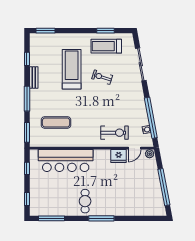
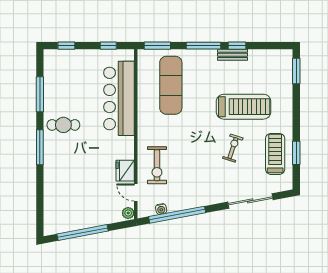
window: (27, 59) -> (237, 46), moved
exercise mat: (56, 122) -> (171, 85), width x1.36, depth x1.45
window: (51, 218) -> (40, 94), moved

